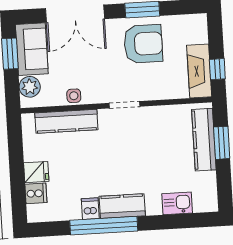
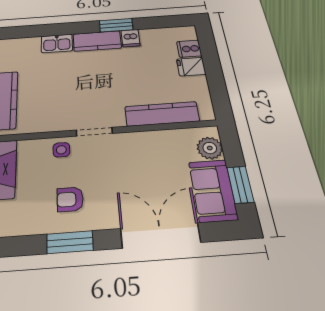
armchair: (143, 44) -> (70, 199), width x0.53, depth x0.53
side table: (74, 96) -> (61, 150), moved
kitchen sink: (177, 203) -> (57, 43), moved
window: (104, 226) -> (116, 25), width x0.47

